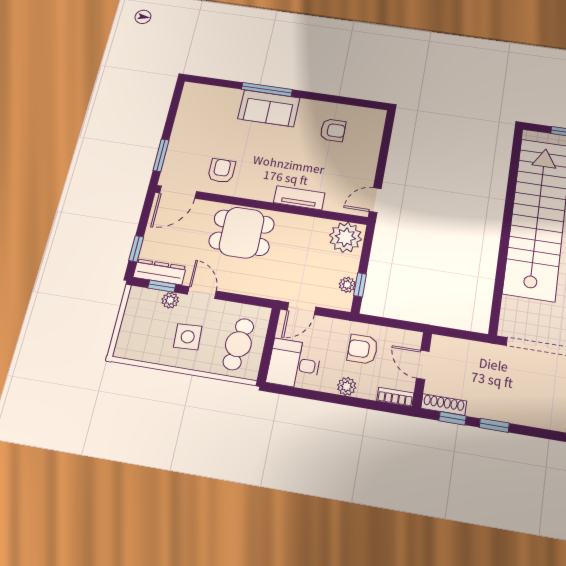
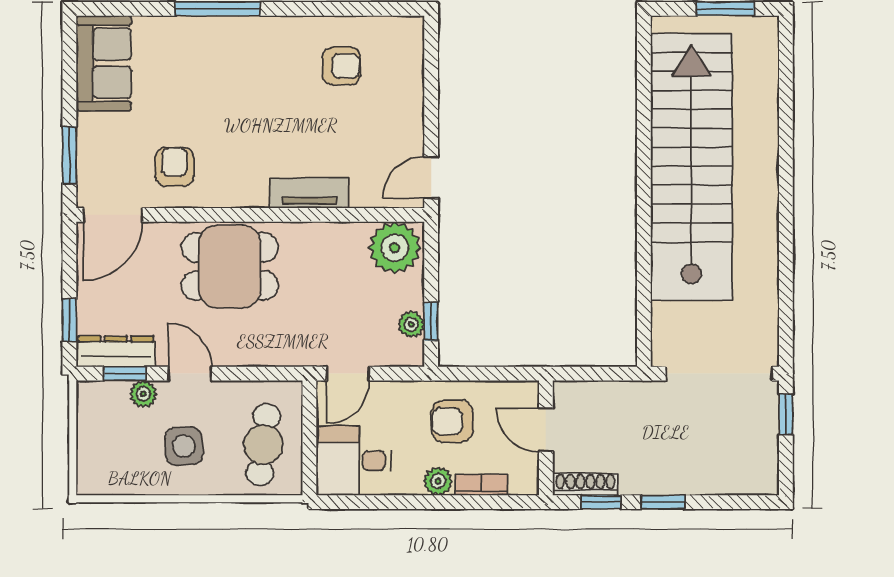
sofa: (269, 108) -> (104, 63), moved, turned -90
bookcase: (395, 397) -> (482, 485), moved

